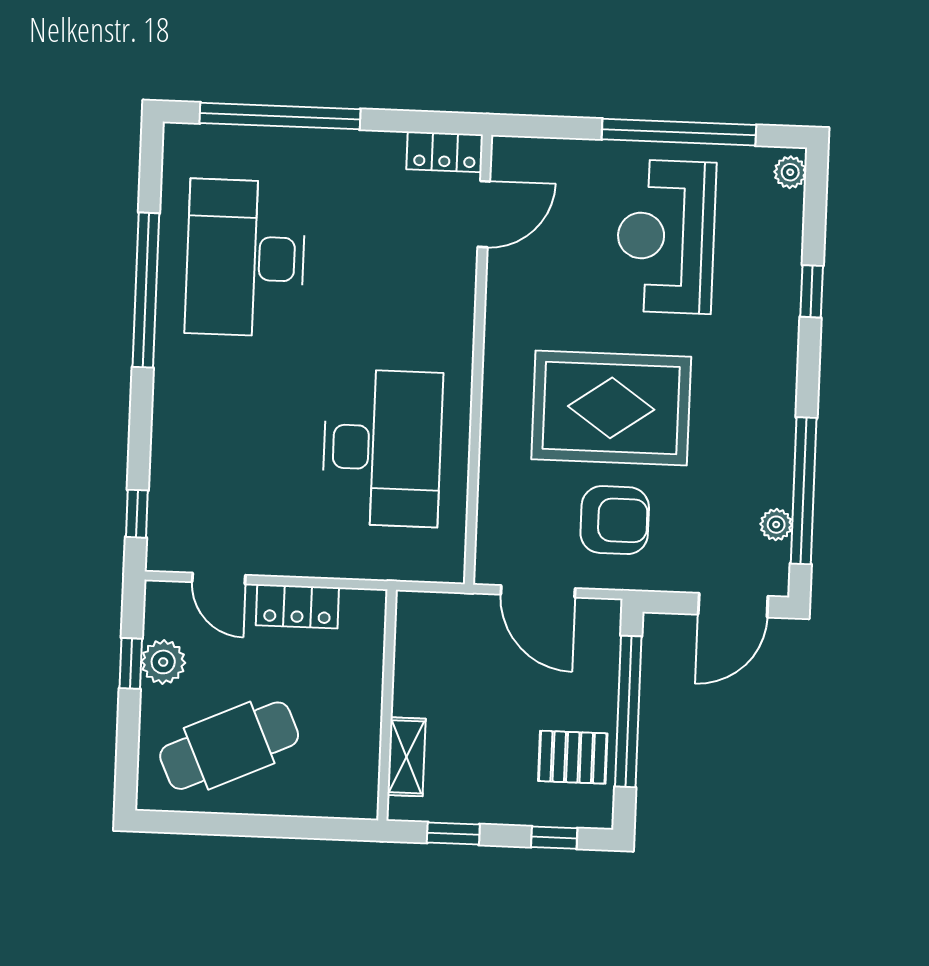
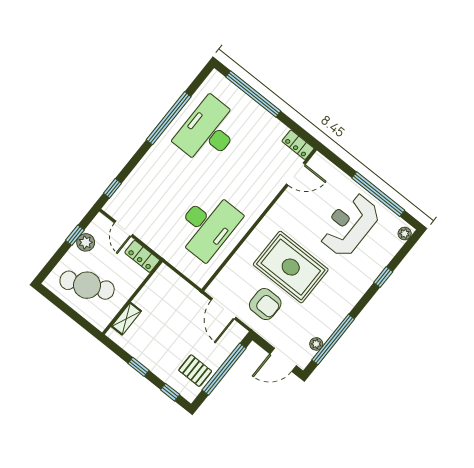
wall: (387, 705) -> (132, 297), moved
shelving: (407, 757) -> (126, 319), moved

